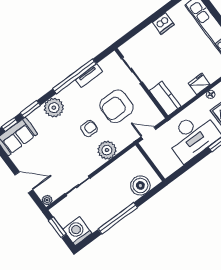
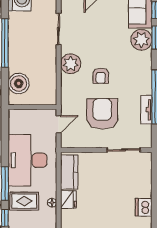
kitchen counter: (165, 99) -> (69, 172), moved, turned -90
plant: (54, 108) -> (141, 40), moved
plant: (107, 150) -> (71, 64), moved

